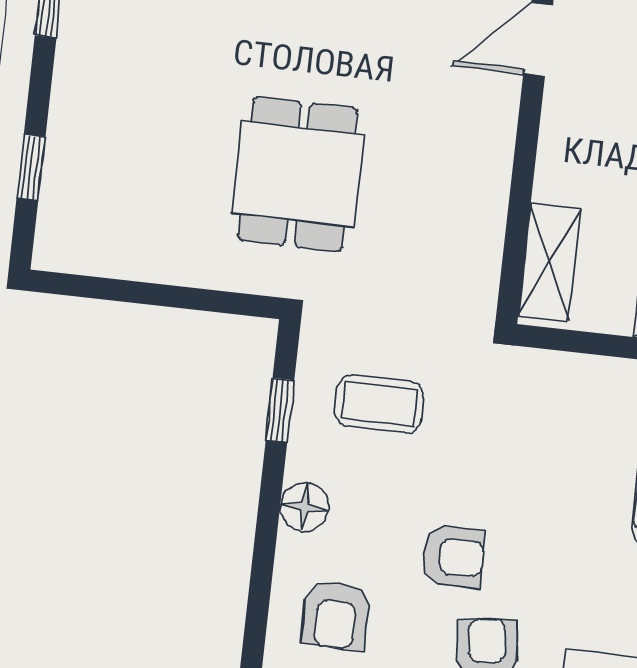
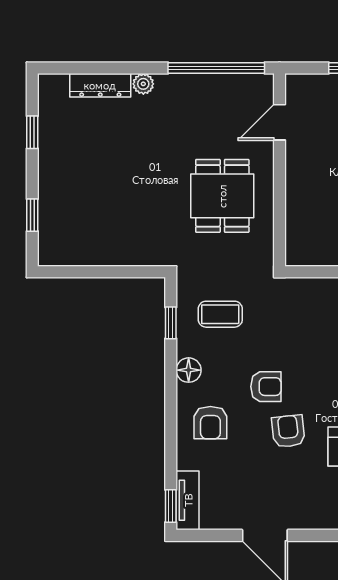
dining table: (298, 174) -> (222, 196), moved
shelving: (549, 262) -> (298, 233), removed

